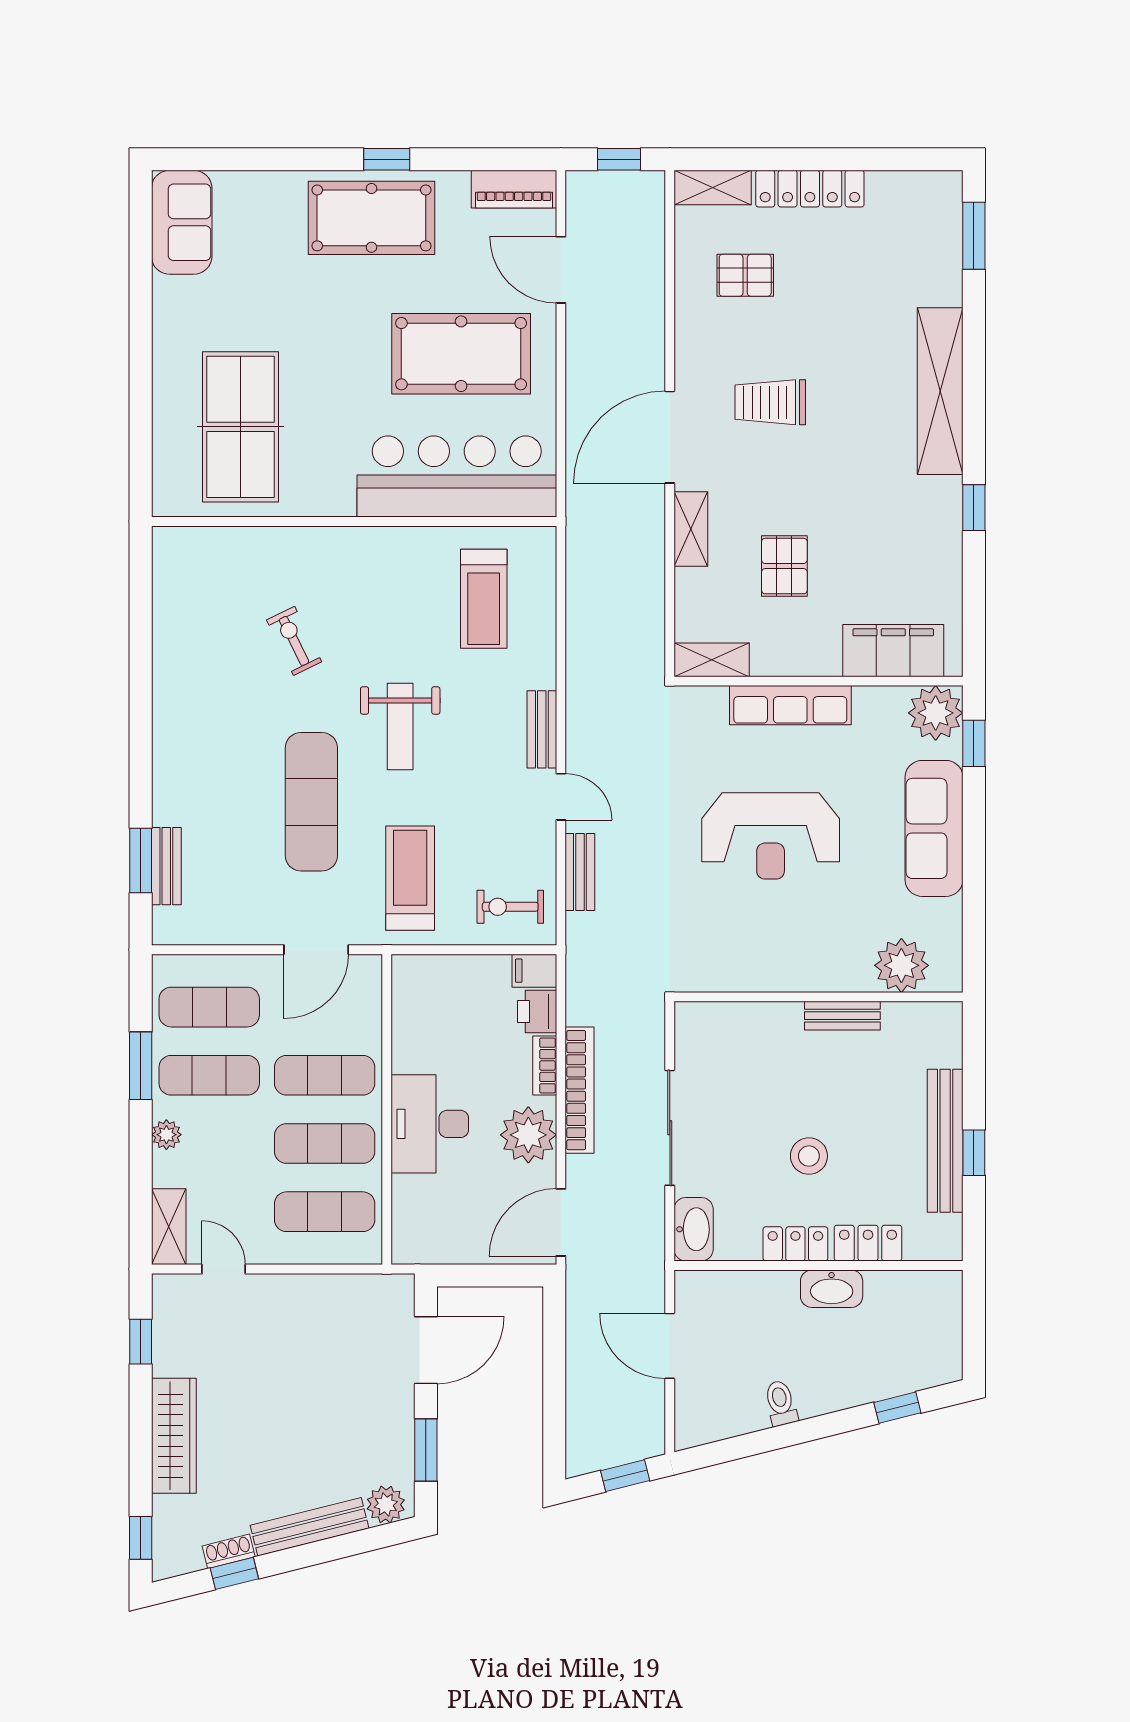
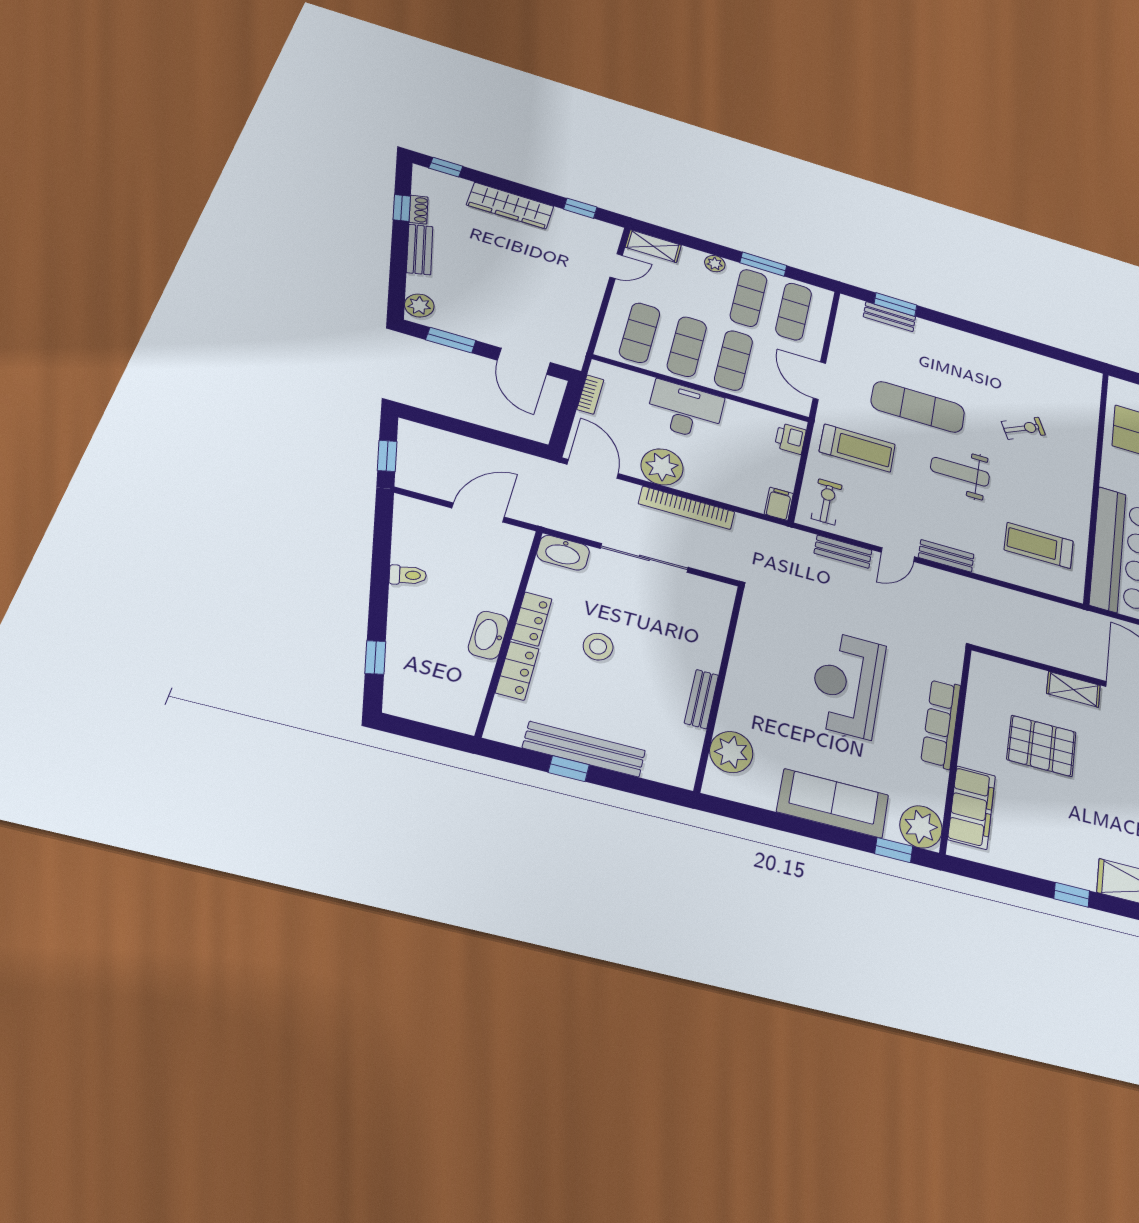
pallet: (784, 566) -> (1042, 746), width x1.50, depth x1.42
shelving: (712, 660) -> (980, 678), removed
printer: (537, 1012) -> (790, 439), moved, turned -90
bookcase: (545, 1066) -> (590, 395), moved, turned 90
bench: (310, 1527) -> (420, 249), width x0.73

